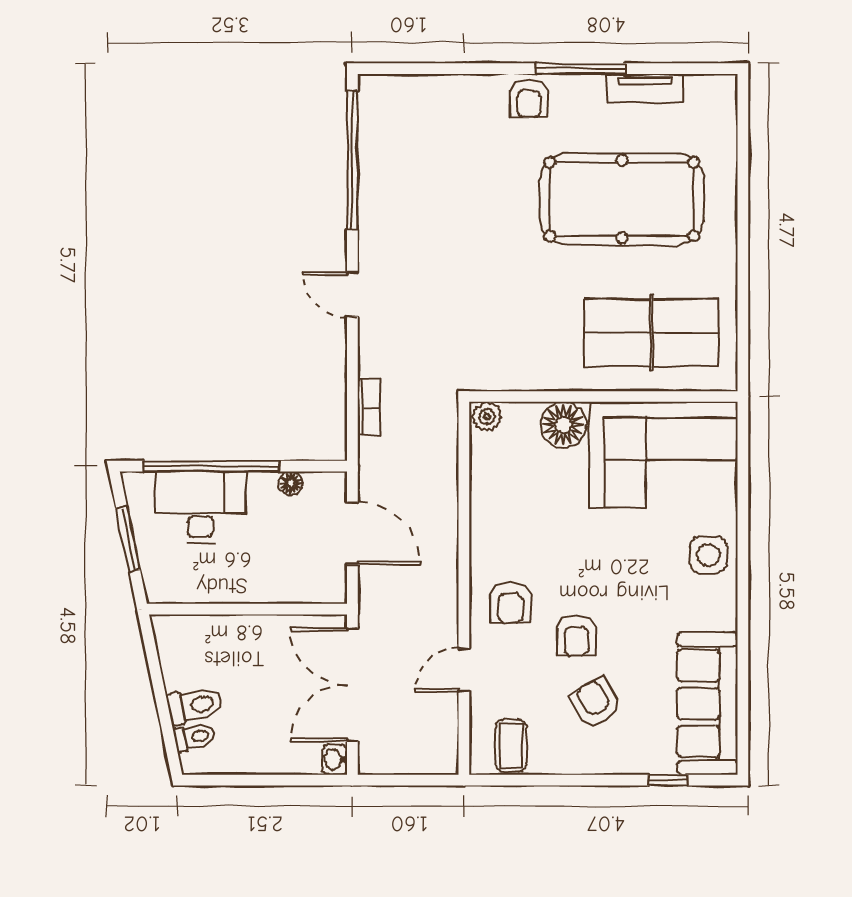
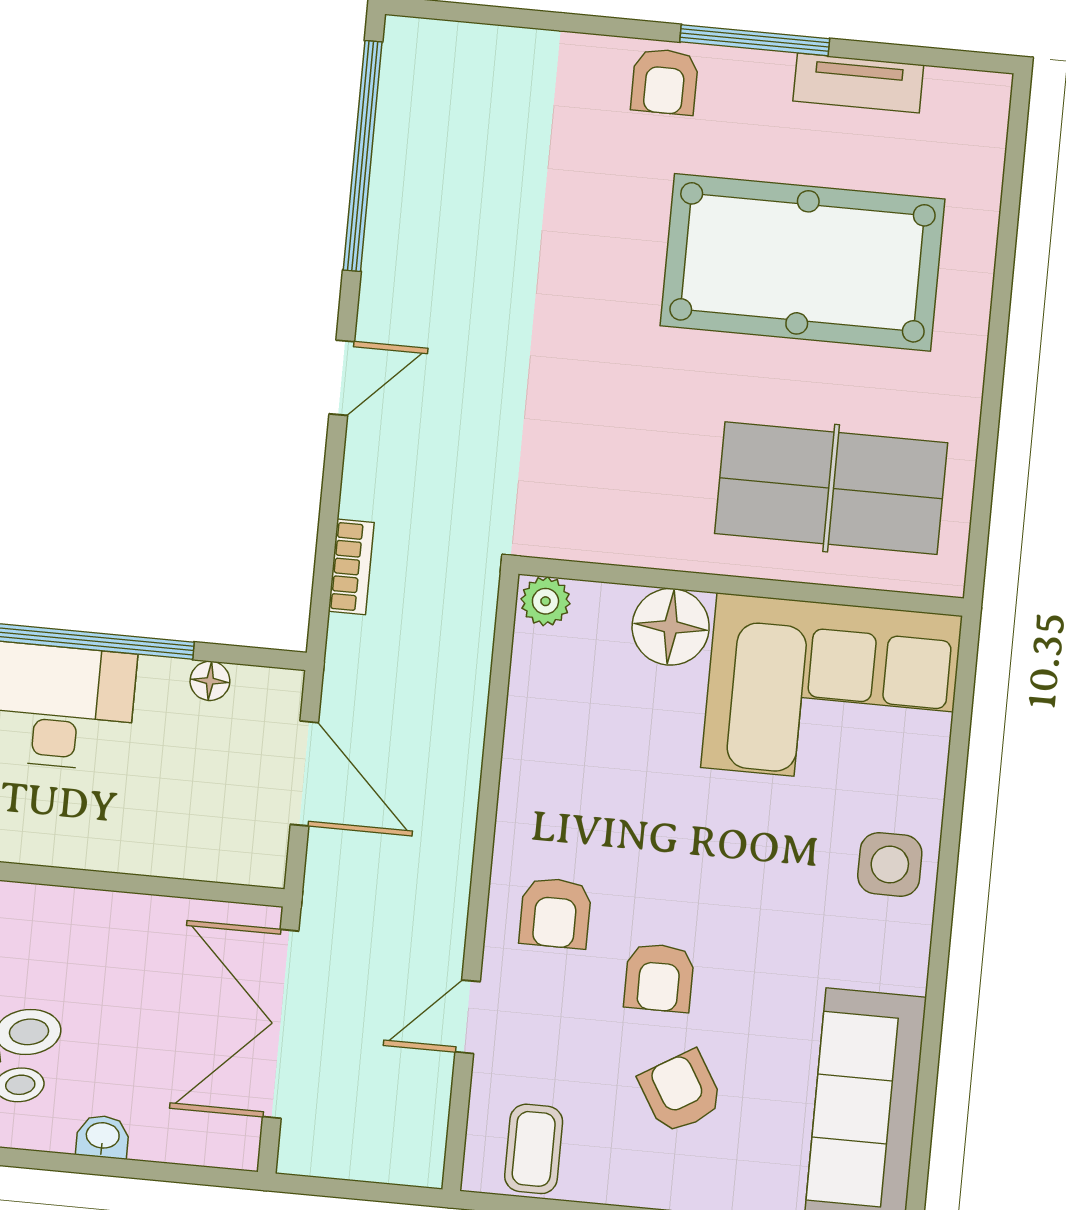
door: (352, 294) -> (342, 378), swing flipped
washbasin: (335, 759) -> (103, 1137), moved, turned 90

